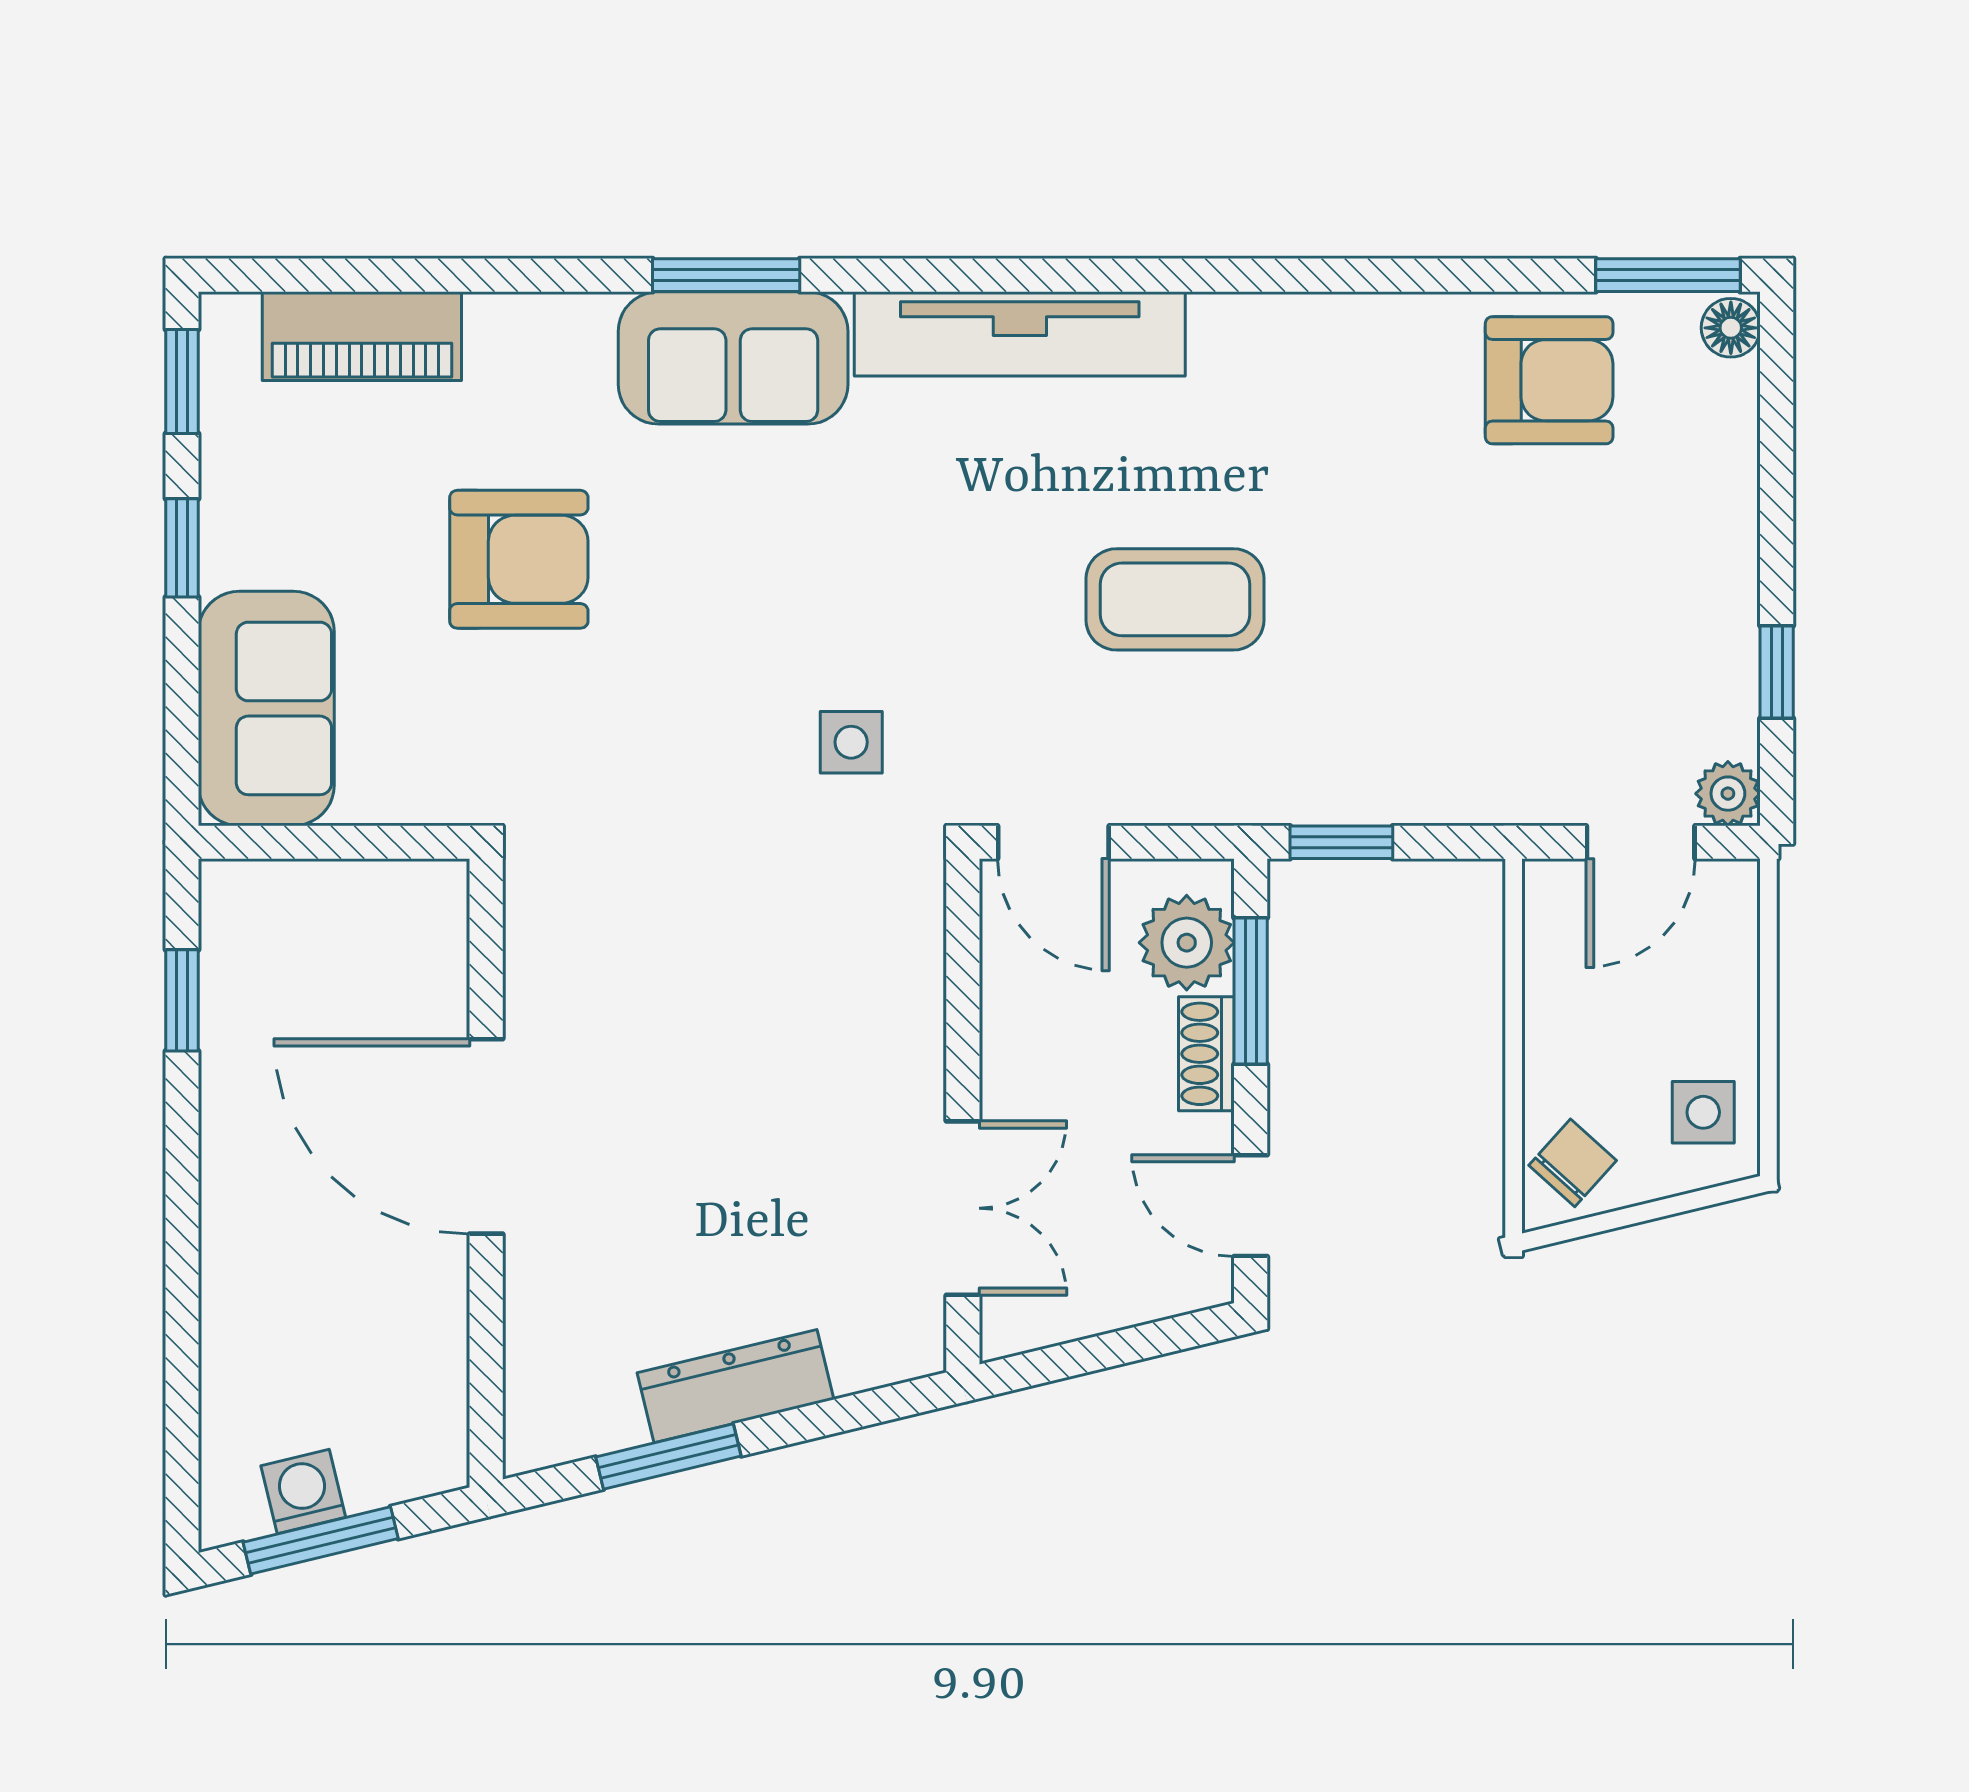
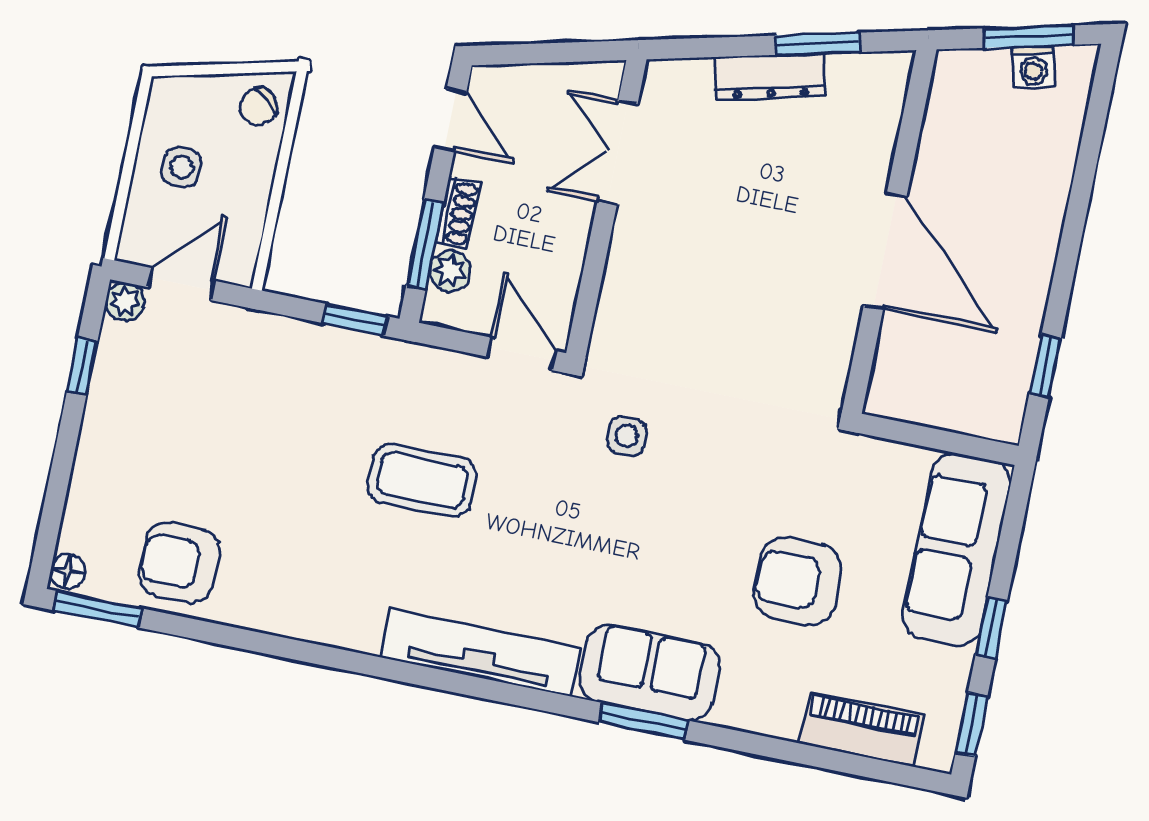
sofa: (266, 708) -> (957, 550), width x1.36
plant: (1187, 943) -> (450, 271), width x0.73, depth x0.73
side table: (1703, 1112) -> (181, 167), moved

